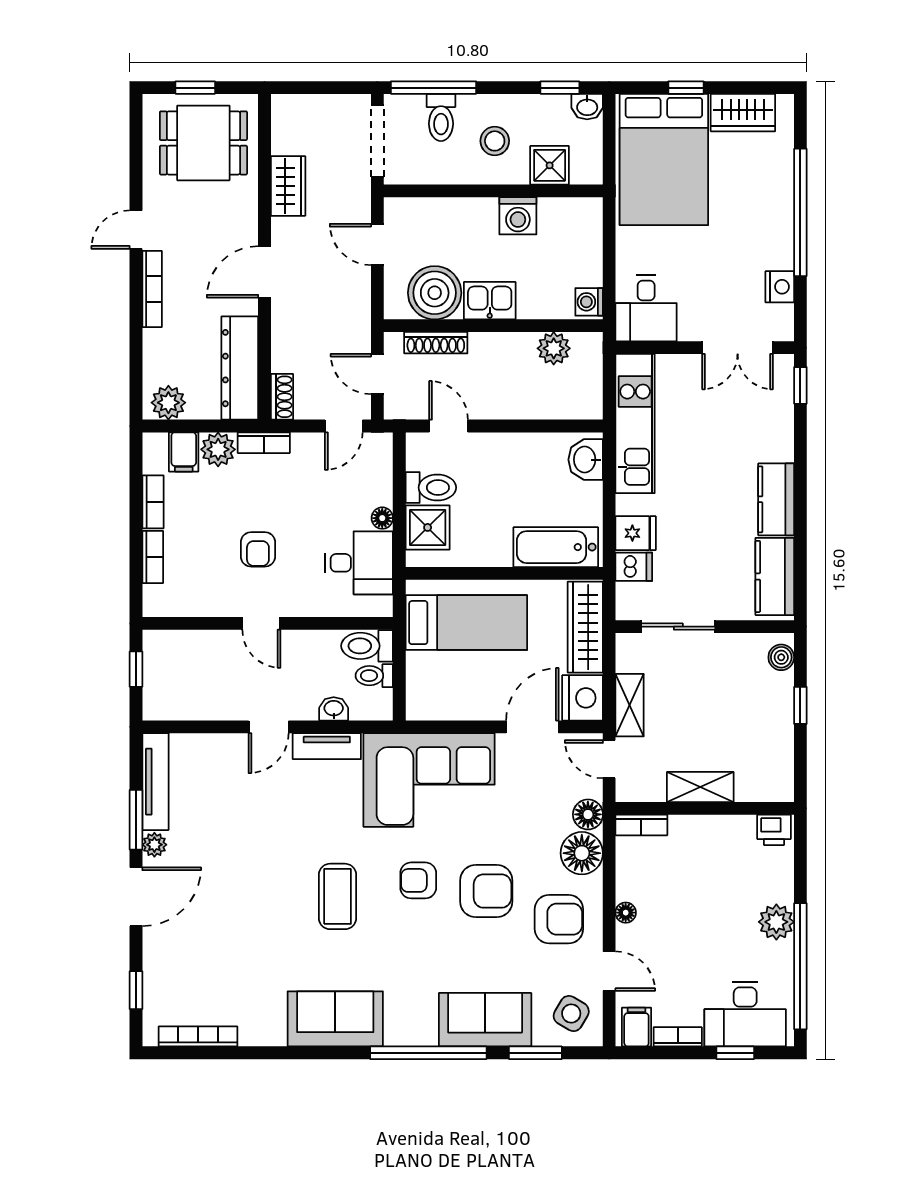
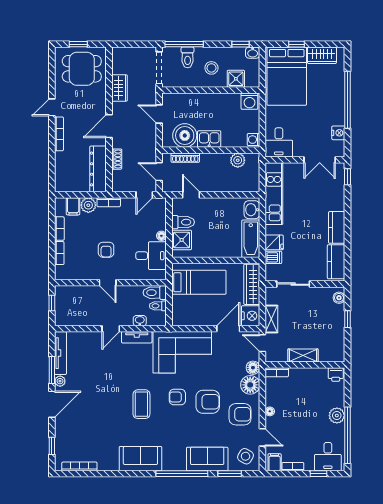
washing machine: (518, 216) -> (249, 101), moved
shoe rack: (282, 397) -> (117, 159), moved
plant: (168, 403) -> (66, 184), removed
bathtub: (556, 547) -> (251, 239), moved, turned -90
desk: (745, 1014) -> (328, 457), width x0.73

